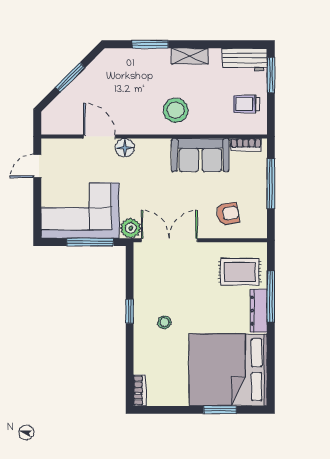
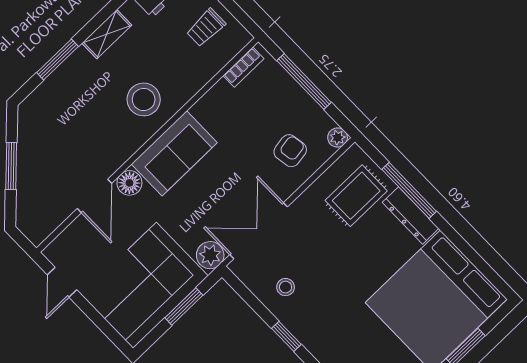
door: (99, 137) -> (95, 196), swing flipped
sofa: (200, 155) -> (174, 153), moved
plant: (260, 231) -> (338, 138), added
window: (90, 242) -> (184, 306), width x0.69
stool: (164, 322) -> (286, 287), moved

